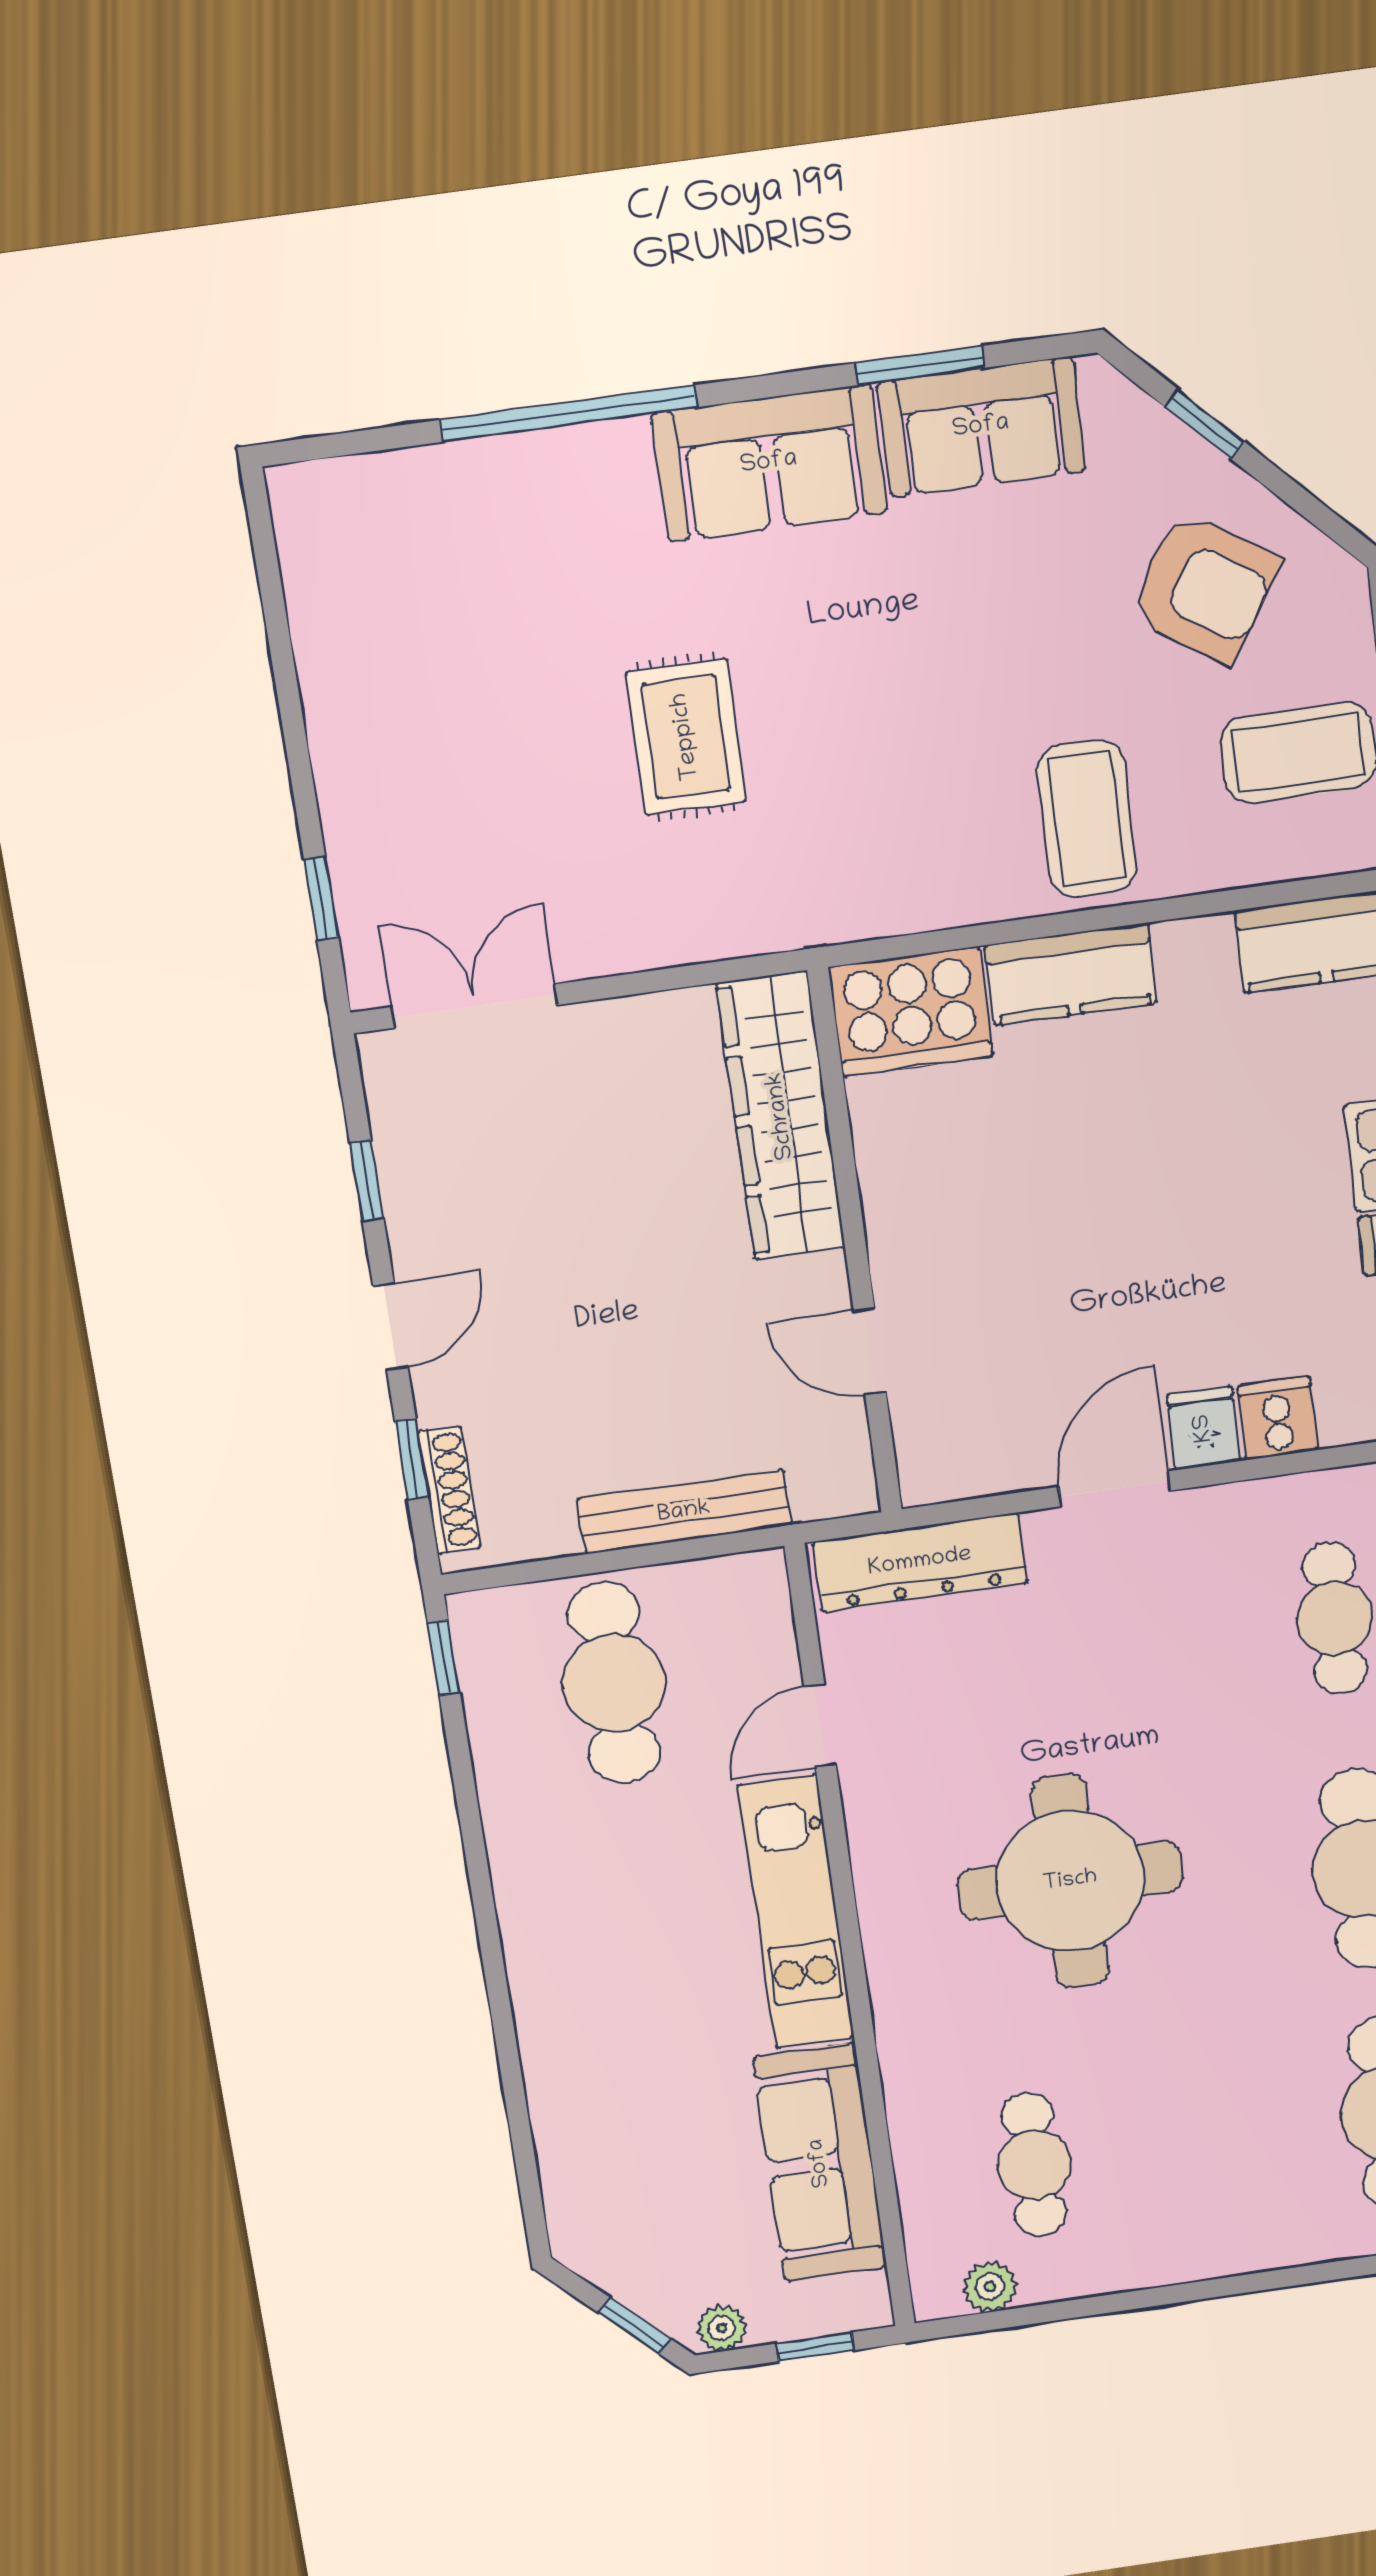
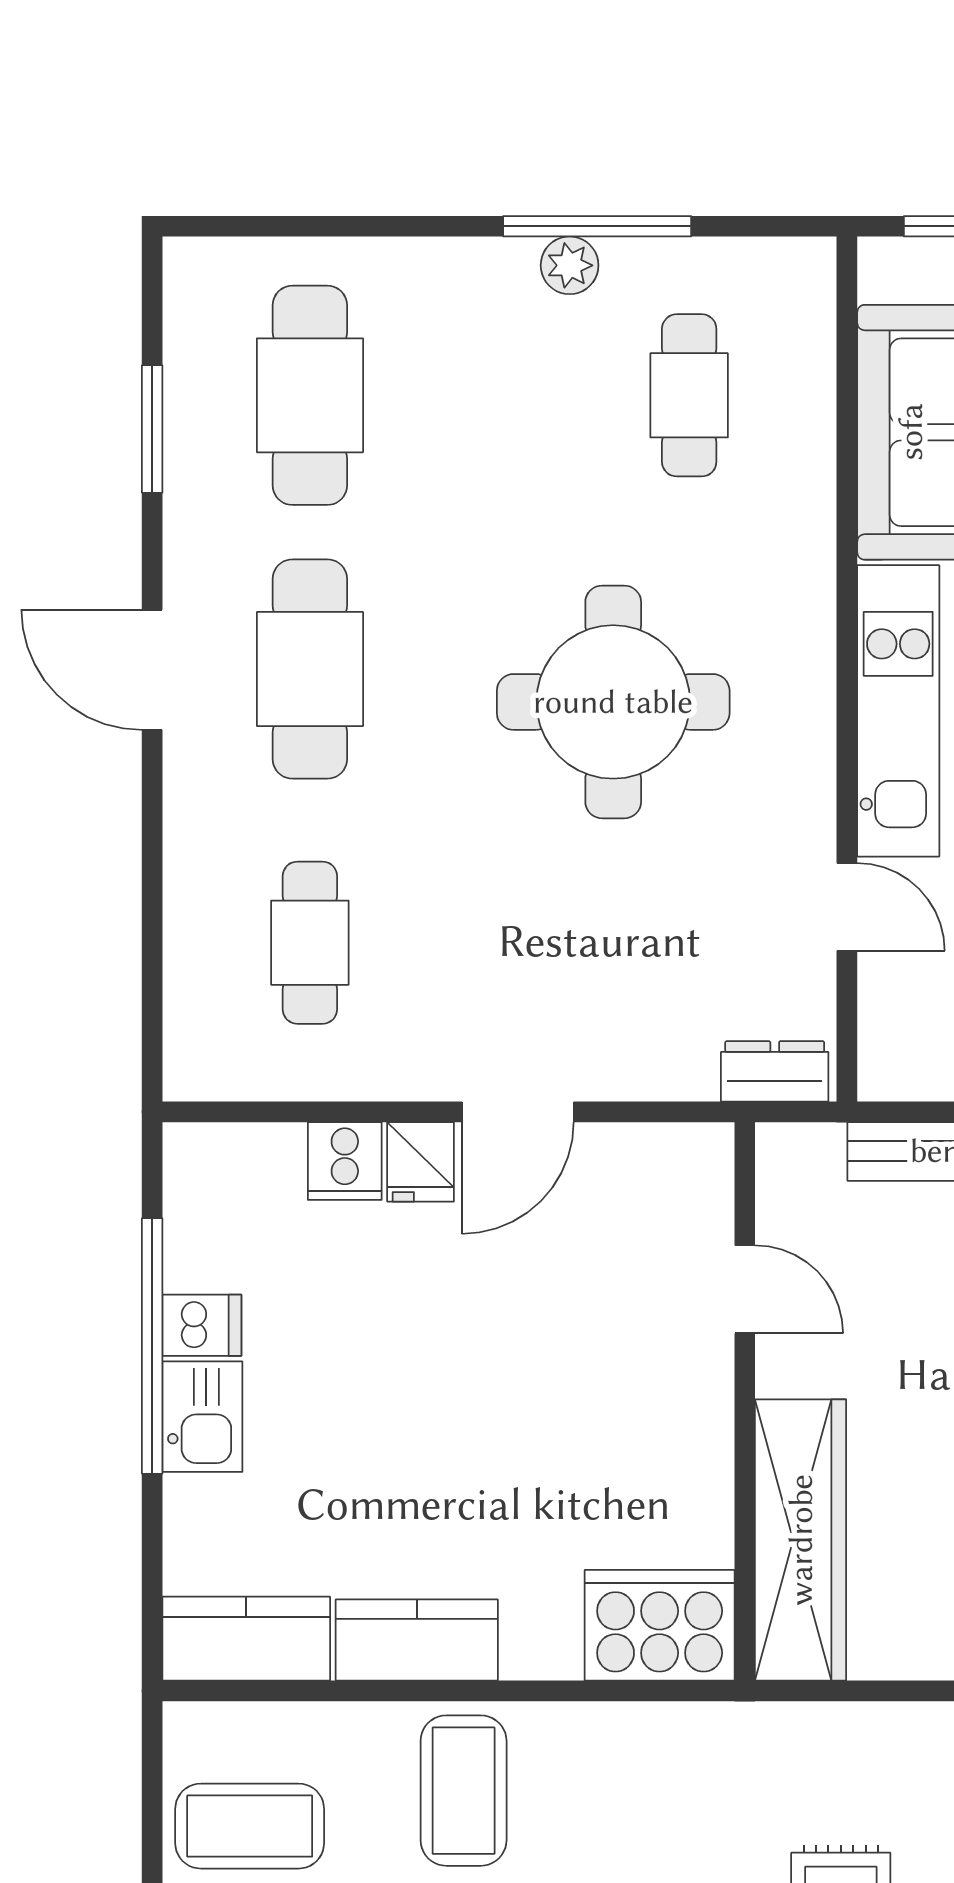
kitchen counter: (1071, 974) -> (417, 1640), moved
dresser: (920, 1562) -> (775, 1071), width x0.51, depth x0.80
door: (820, 1726) -> (847, 907), hinge flipped
plant: (990, 2287) -> (570, 265), moved
window: (1140, 2299) -> (597, 226), added

